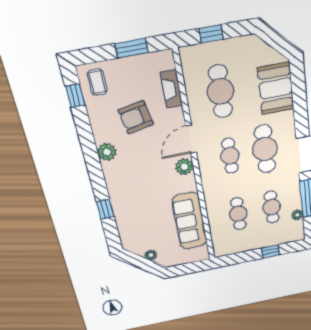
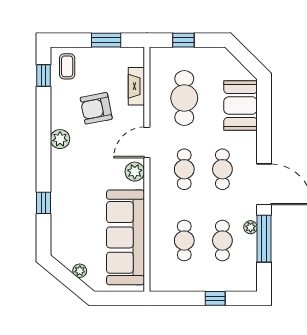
cafe table: (265, 149) -> (222, 169), width x0.73, depth x0.74
plant: (297, 215) -> (251, 227), moved
sofa: (190, 221) -> (125, 237), width x1.36, depth x1.27

